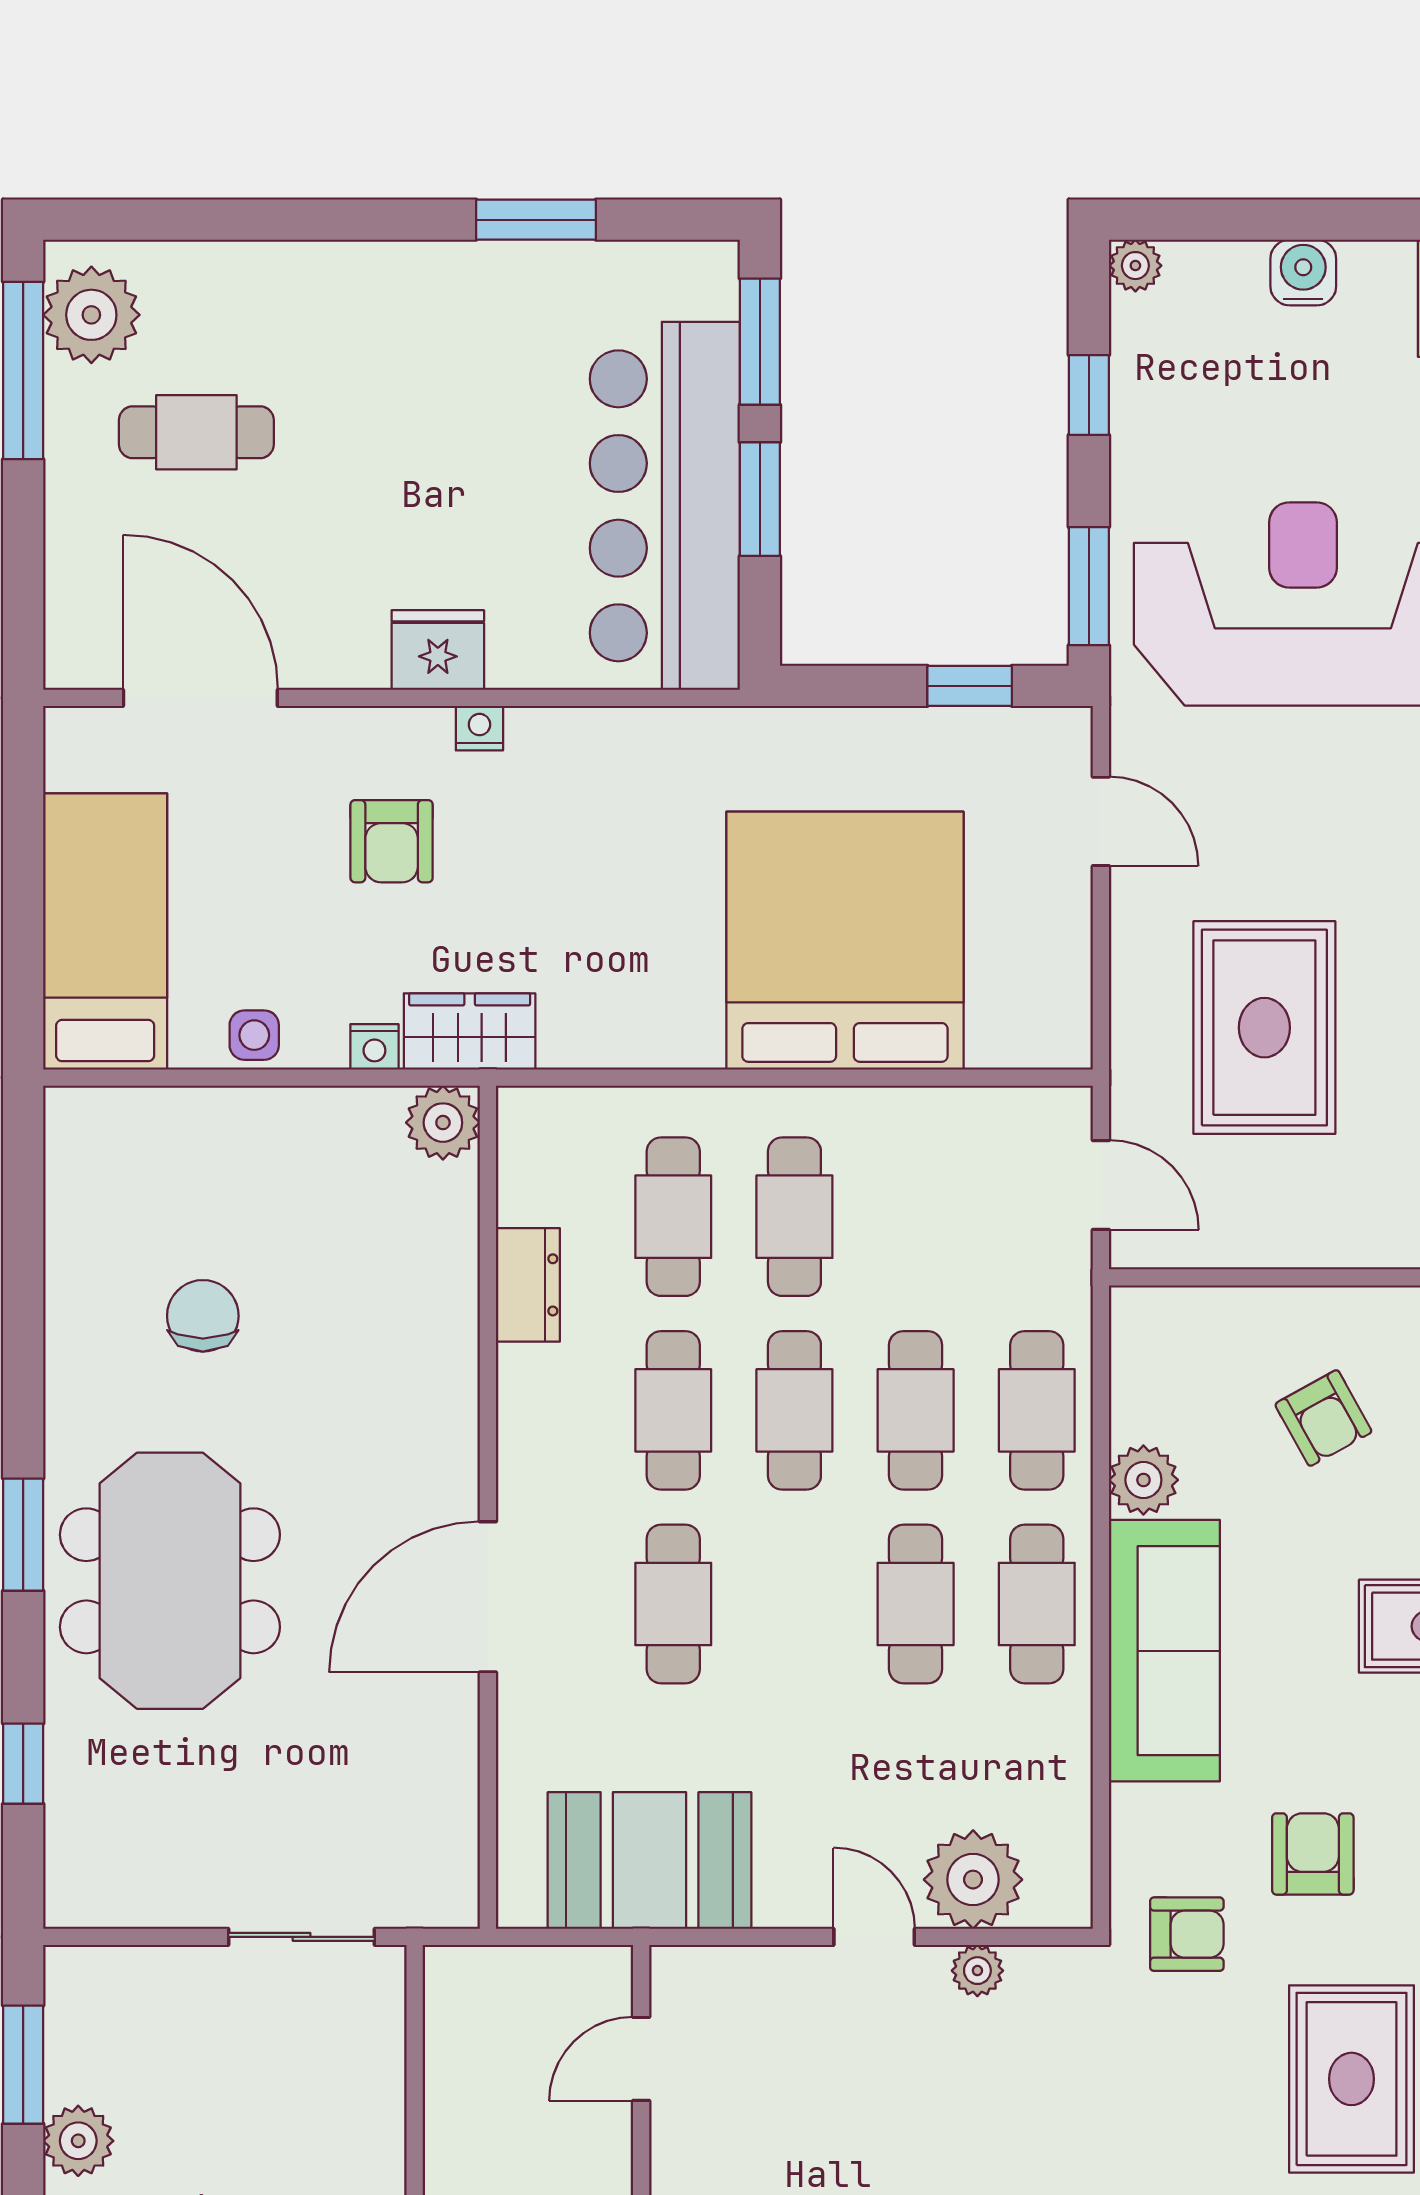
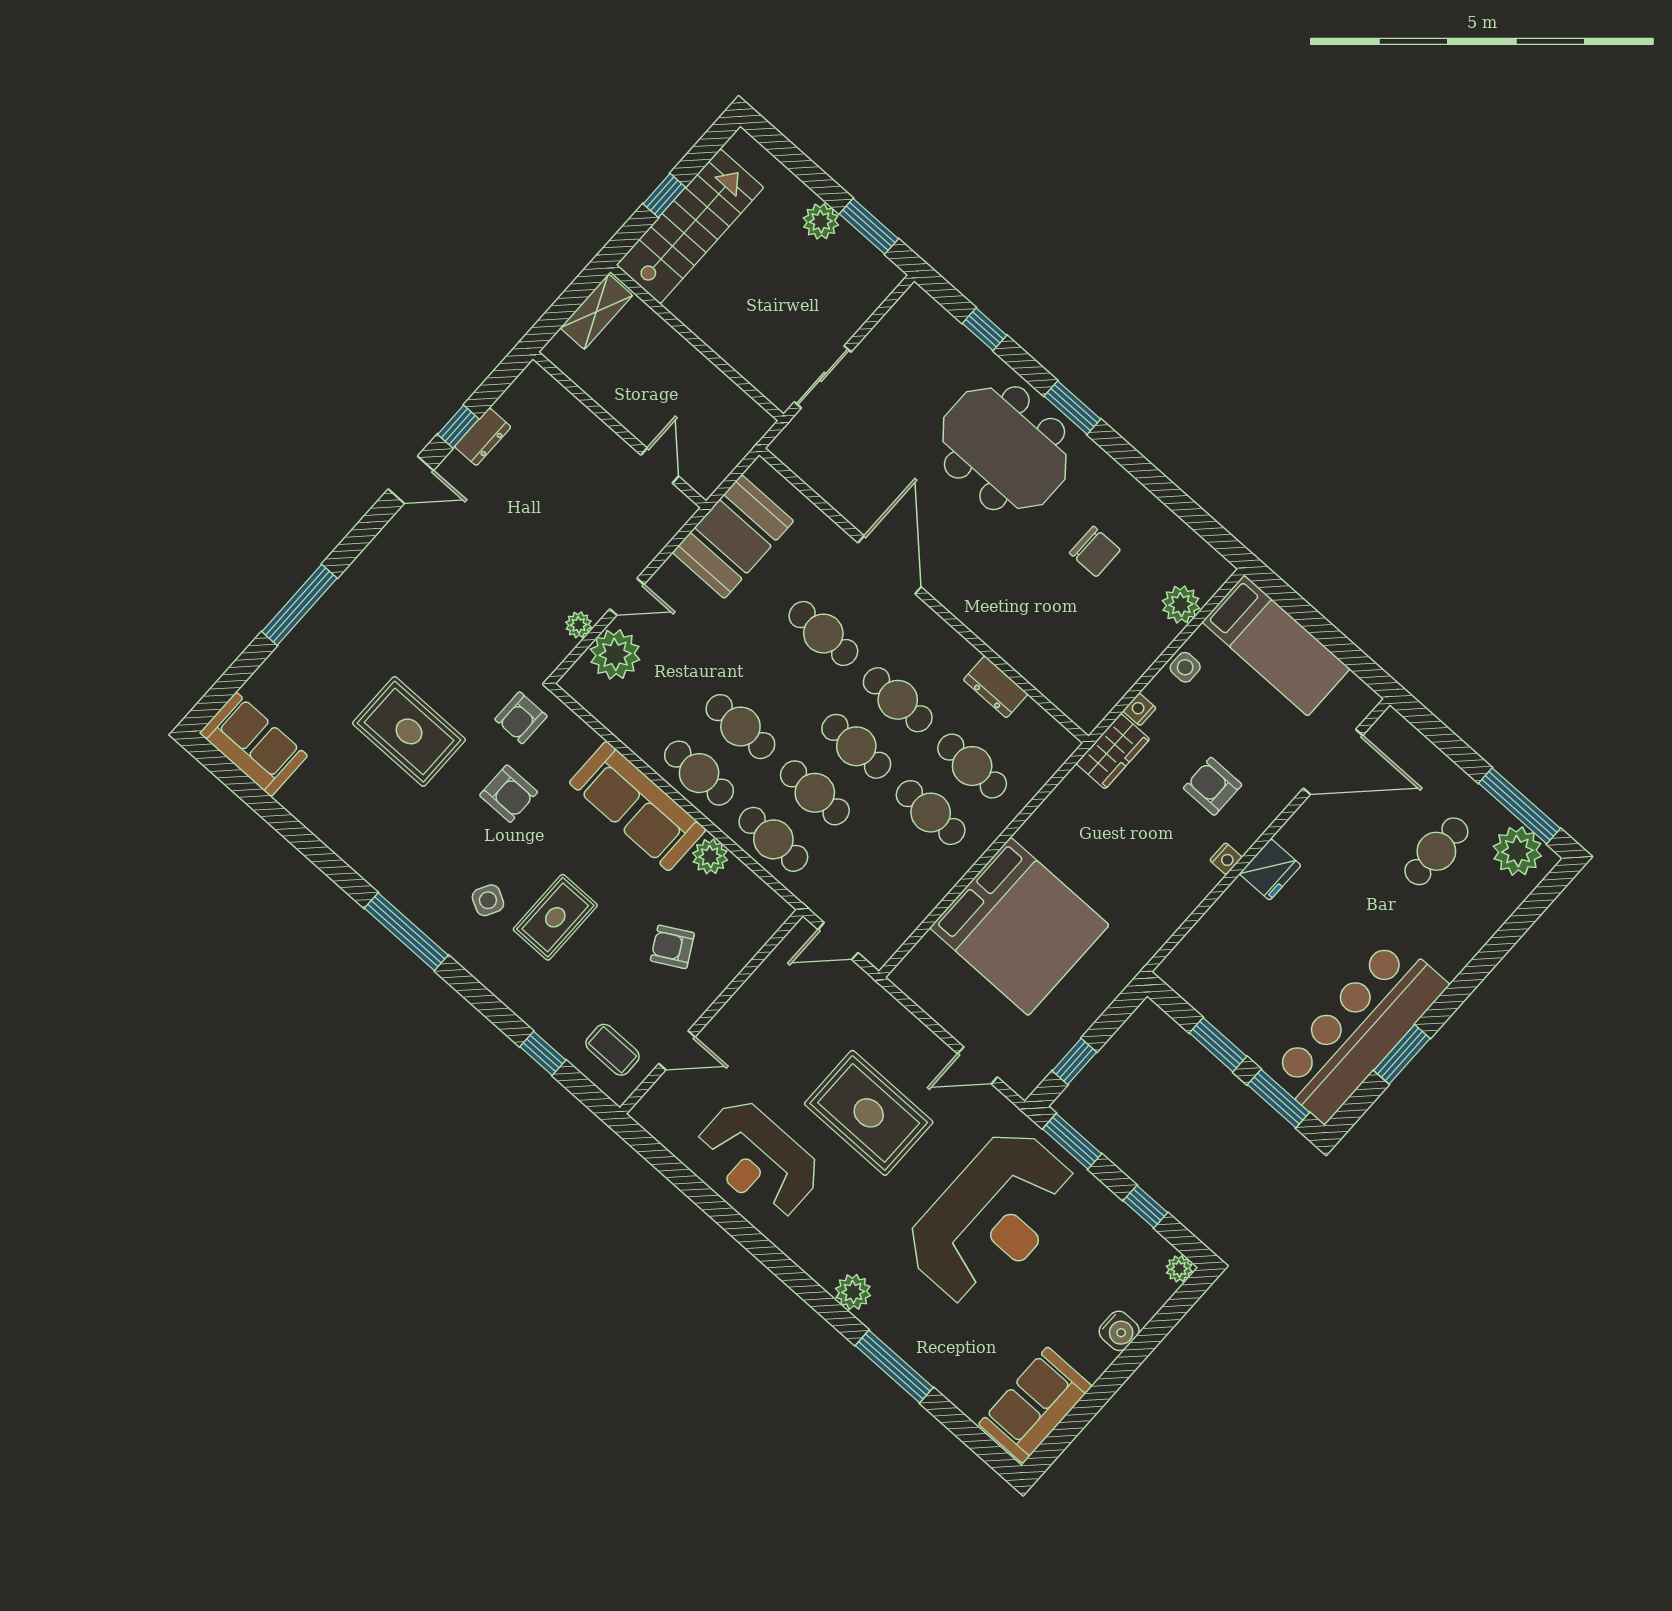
bar counter: (665, 506) -> (1359, 1030), moved, turned -90
rug: (1264, 1028) -> (869, 1113), moved
plant: (443, 1123) -> (1181, 604), moved

